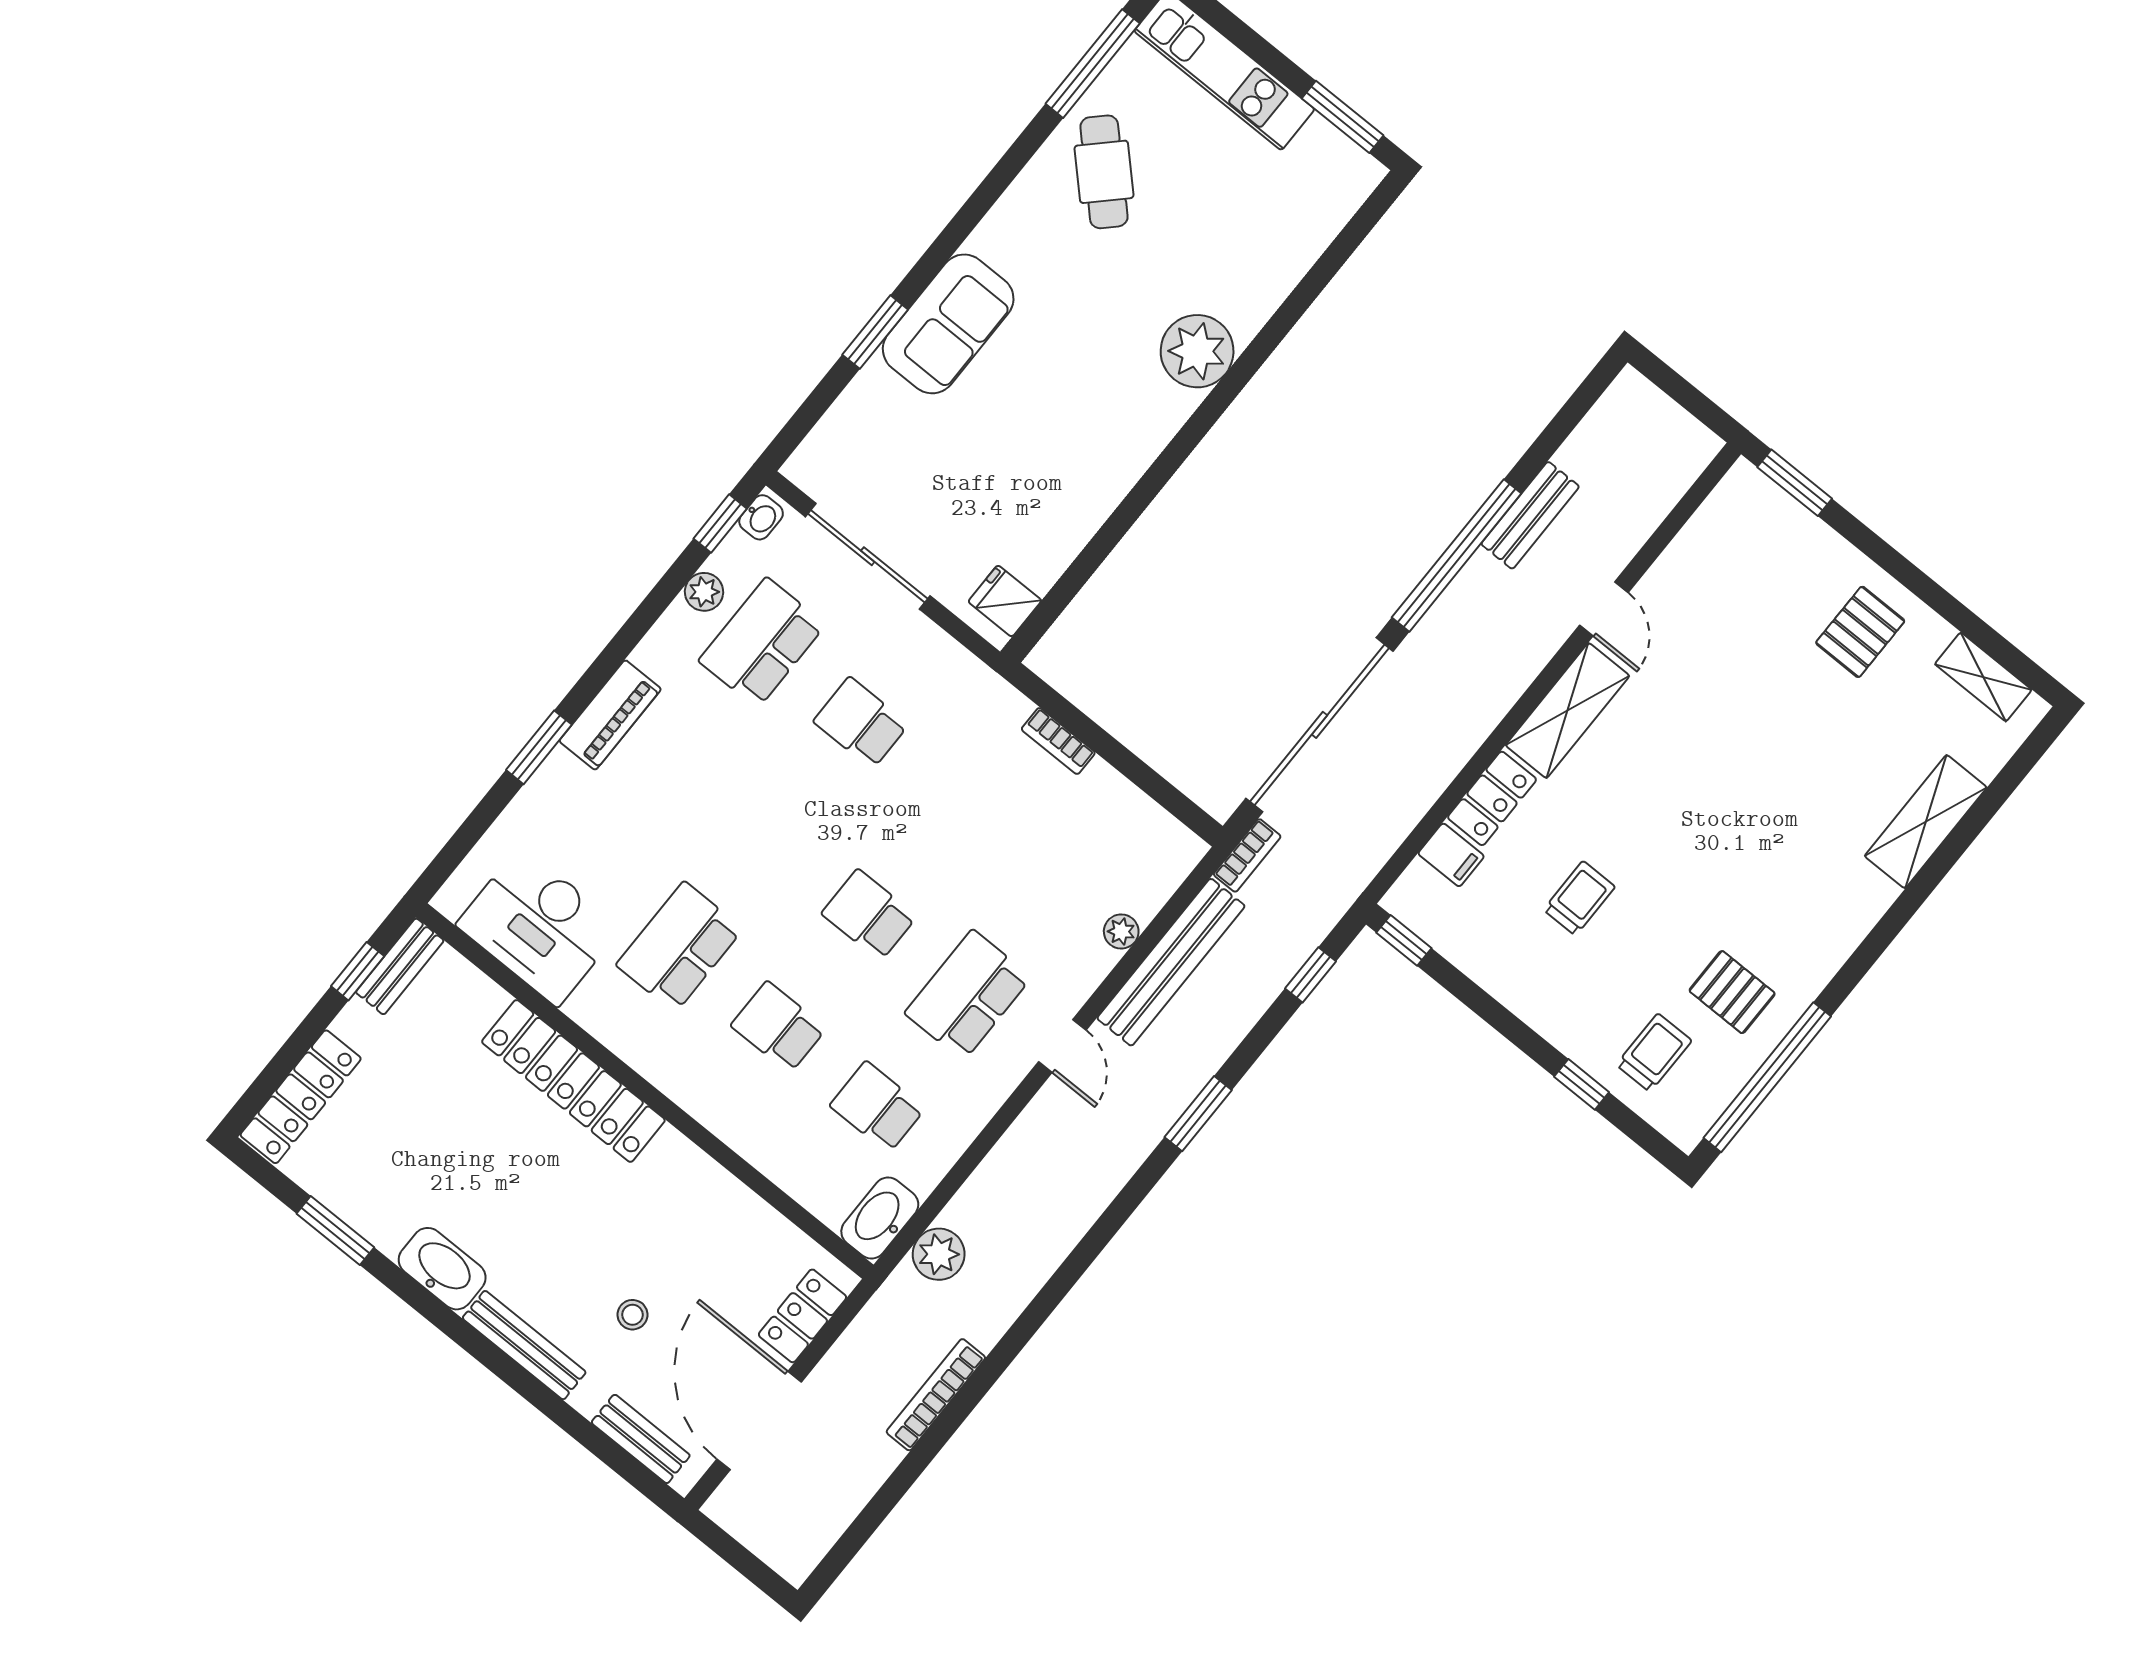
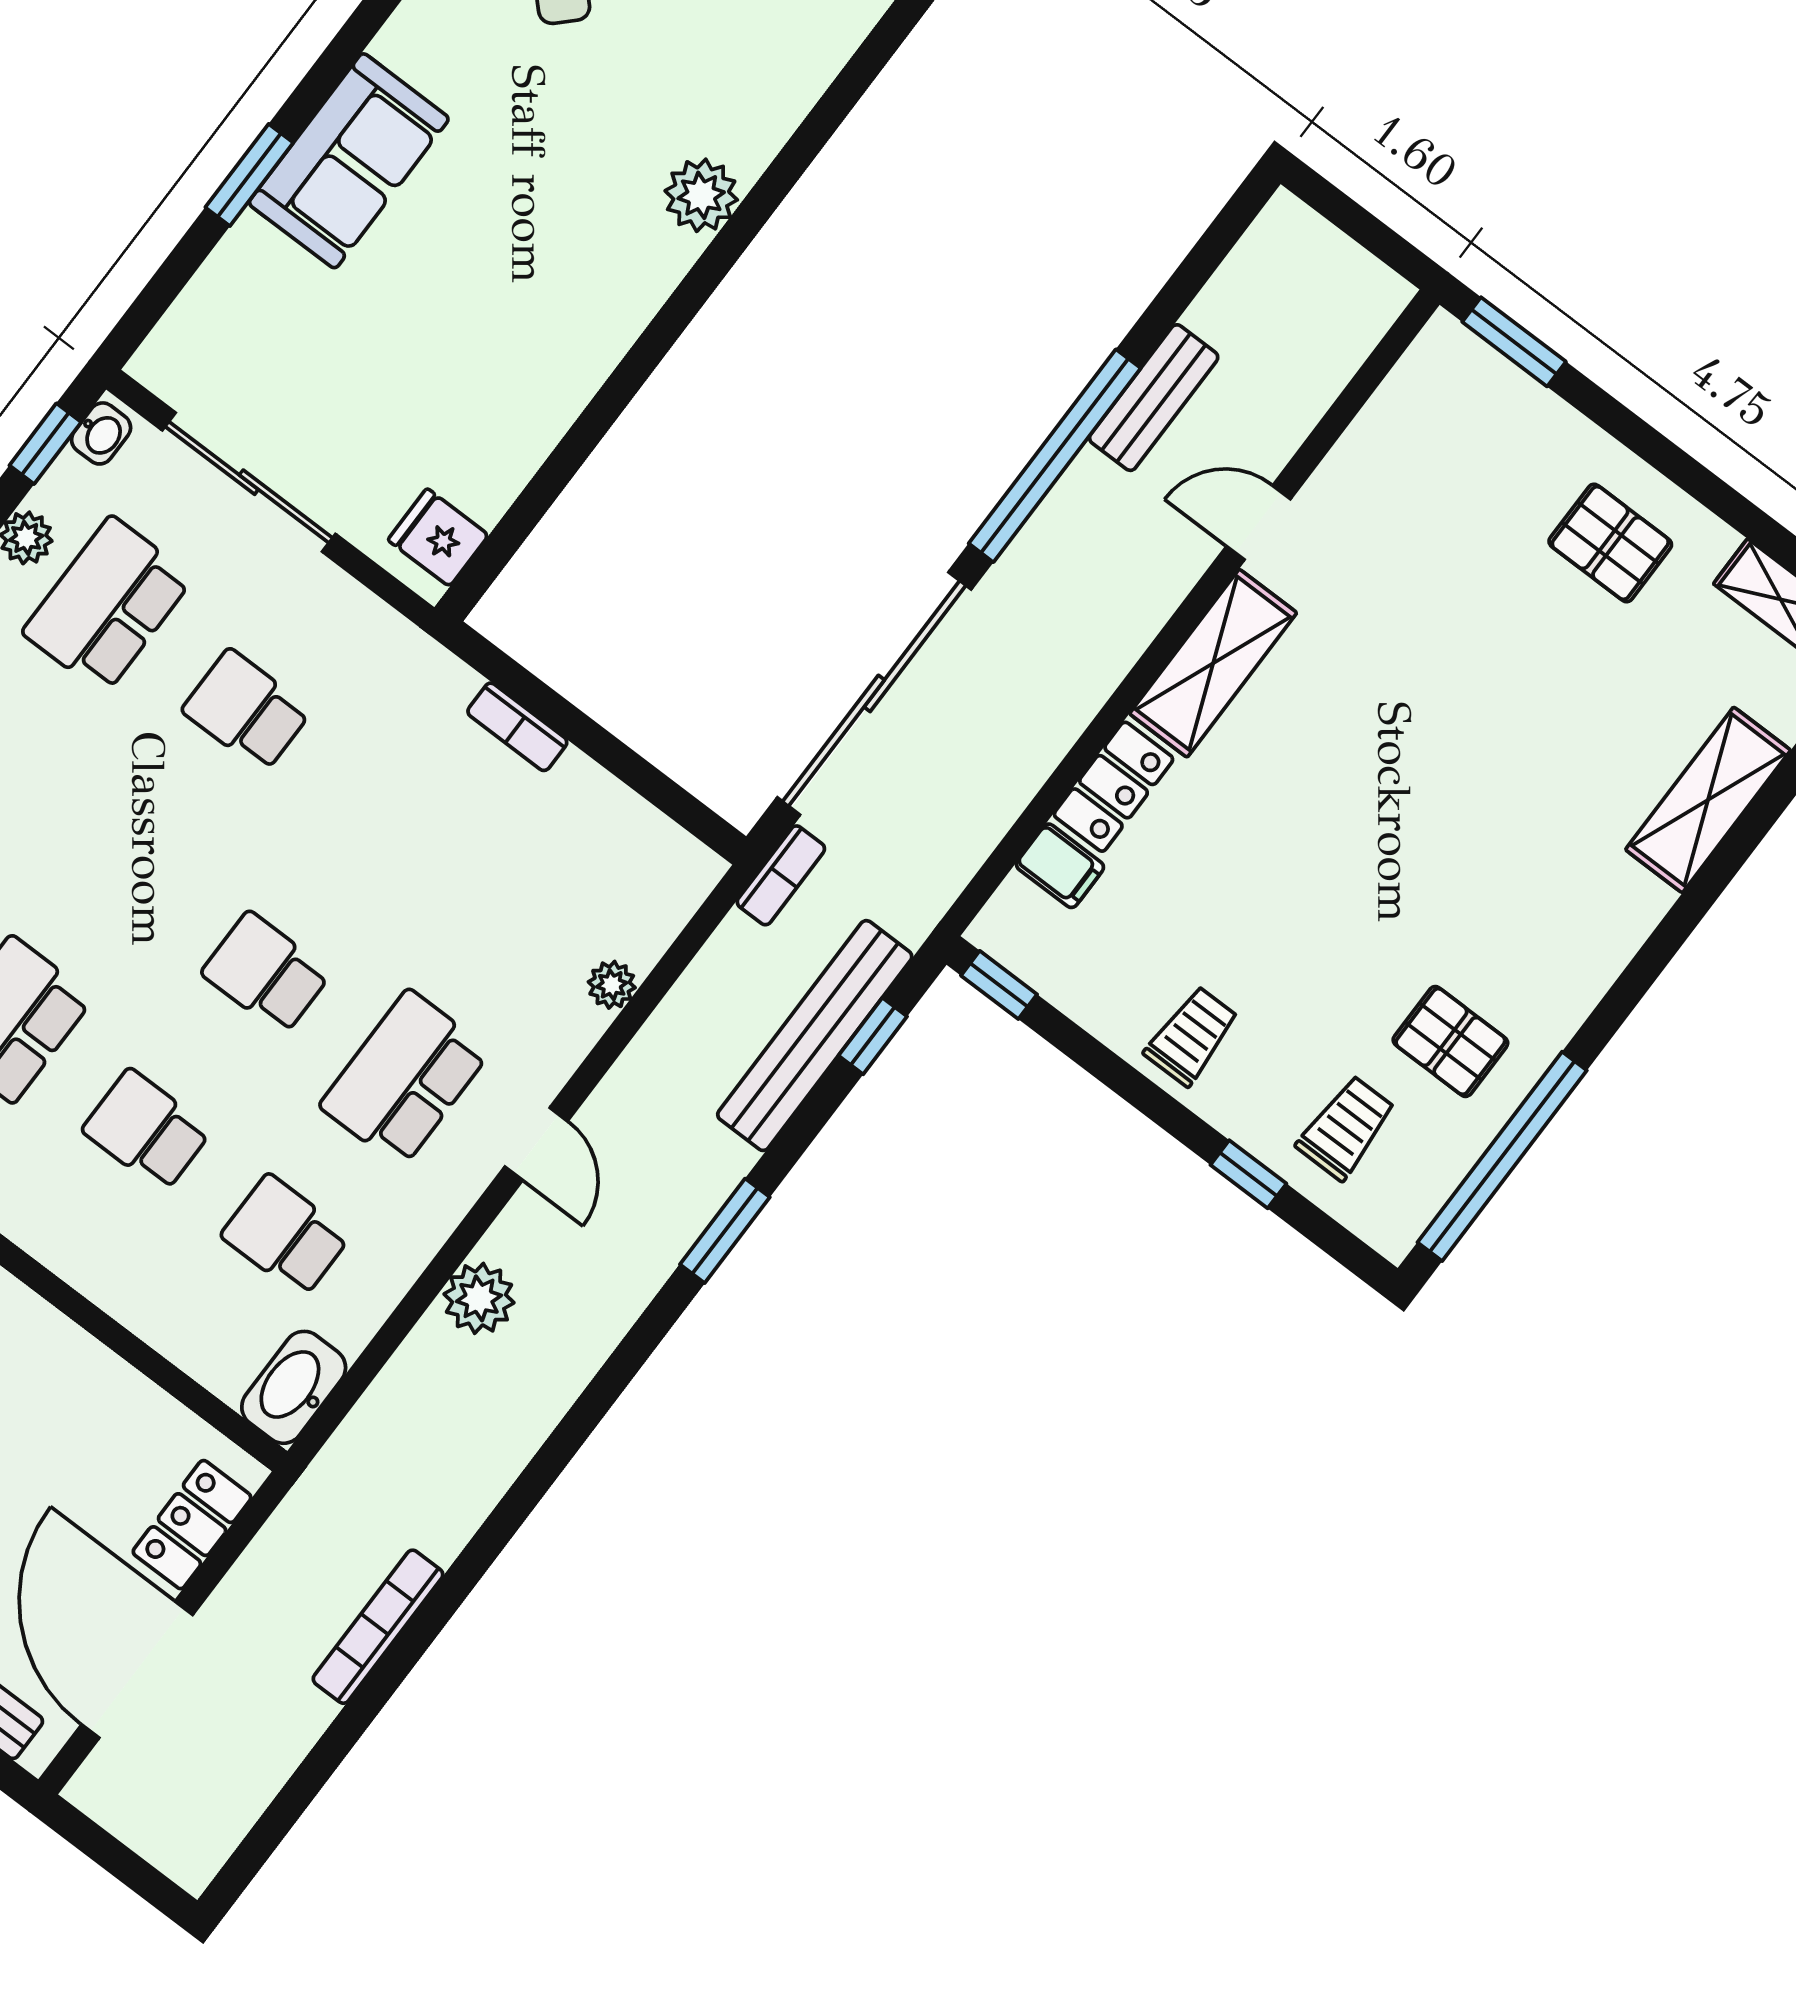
plant: (1197, 351) -> (701, 195), width x0.73, depth x0.73
door: (1604, 609) -> (1258, 523), swing flipped
pallet: (1860, 632) -> (1610, 543), turned 90
trolley: (1579, 898) -> (1192, 1036), moved
bench: (1171, 962) -> (815, 1036), moved
plant: (939, 1254) -> (479, 1298), moved

